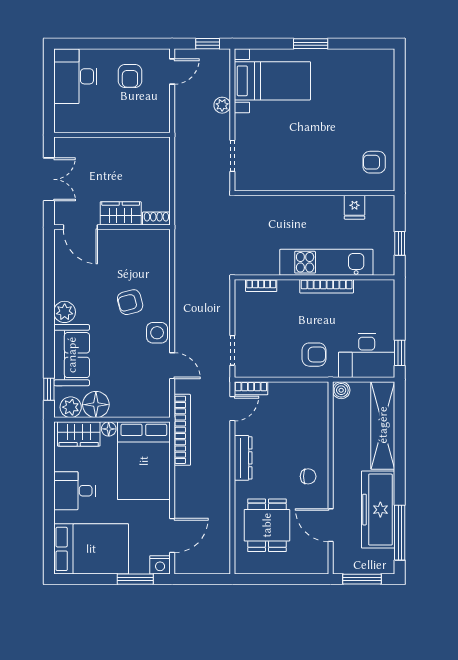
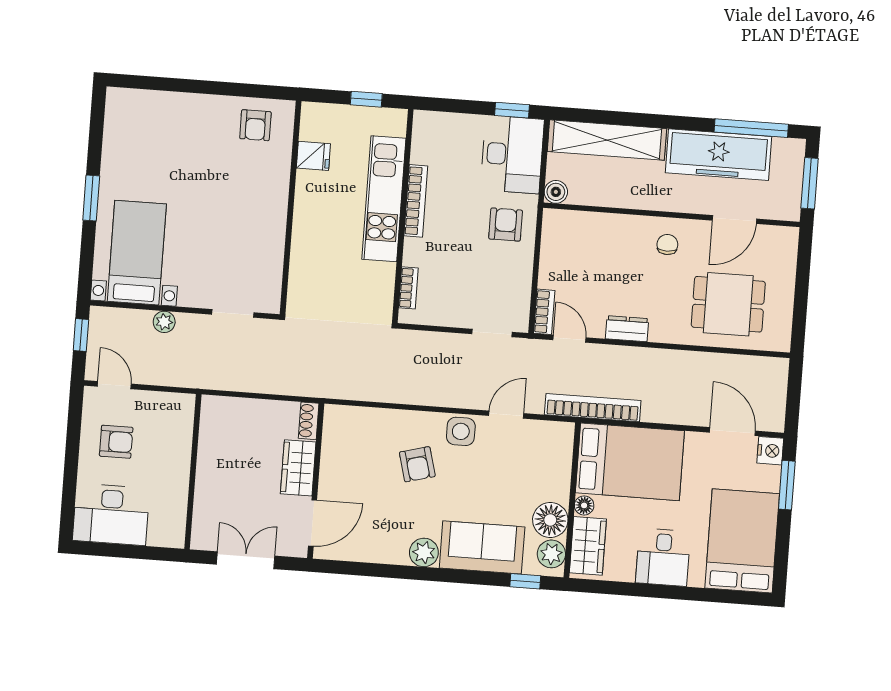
dresser: (243, 458) -> (627, 329), width x0.70

